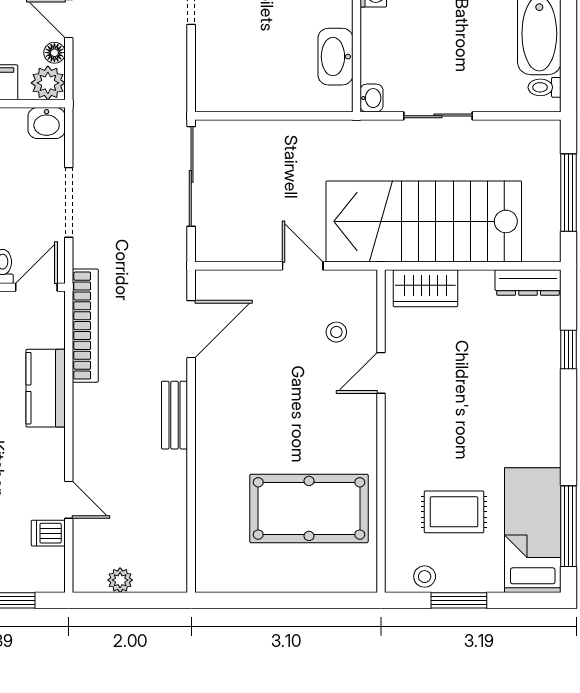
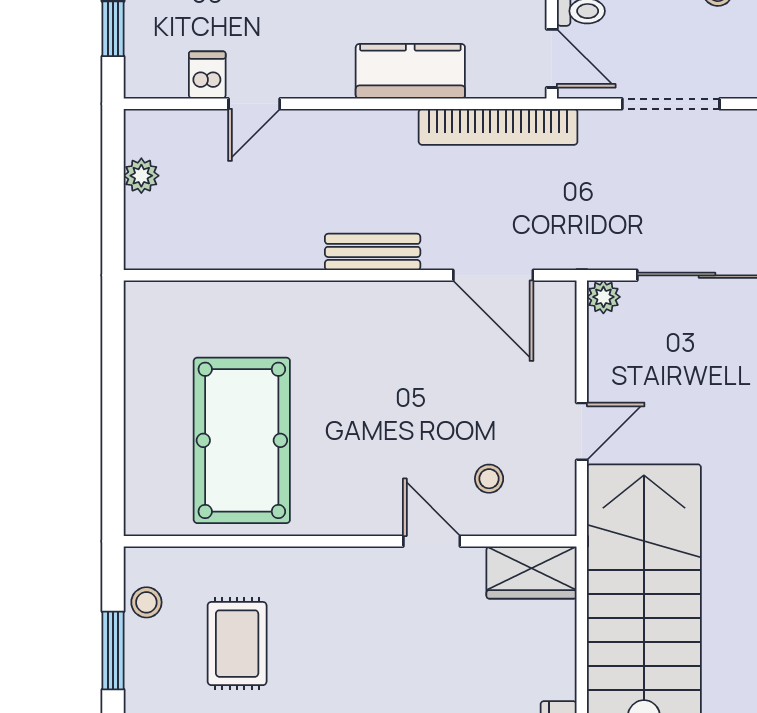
plant: (207, 250) -> (603, 297), added
wardrobe: (425, 288) -> (532, 572), moved, turned -90

